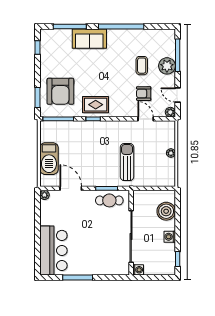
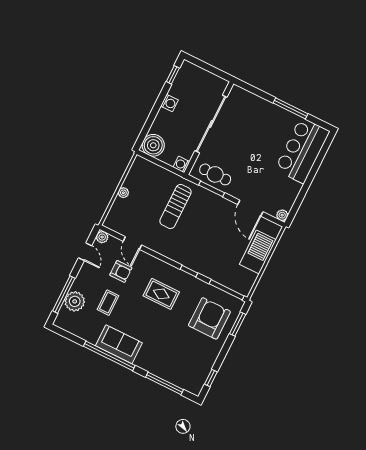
sofa: (89, 39) -> (119, 344), moved
plant: (167, 66) -> (75, 301), moved
rug: (96, 105) -> (161, 294), moved
boiler: (166, 211) -> (153, 145), moved
washing machine: (138, 270) -> (181, 164), moved

